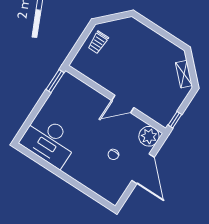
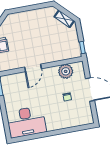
door: (123, 104) -> (33, 68), moved
plant: (149, 136) -> (66, 71), moved

